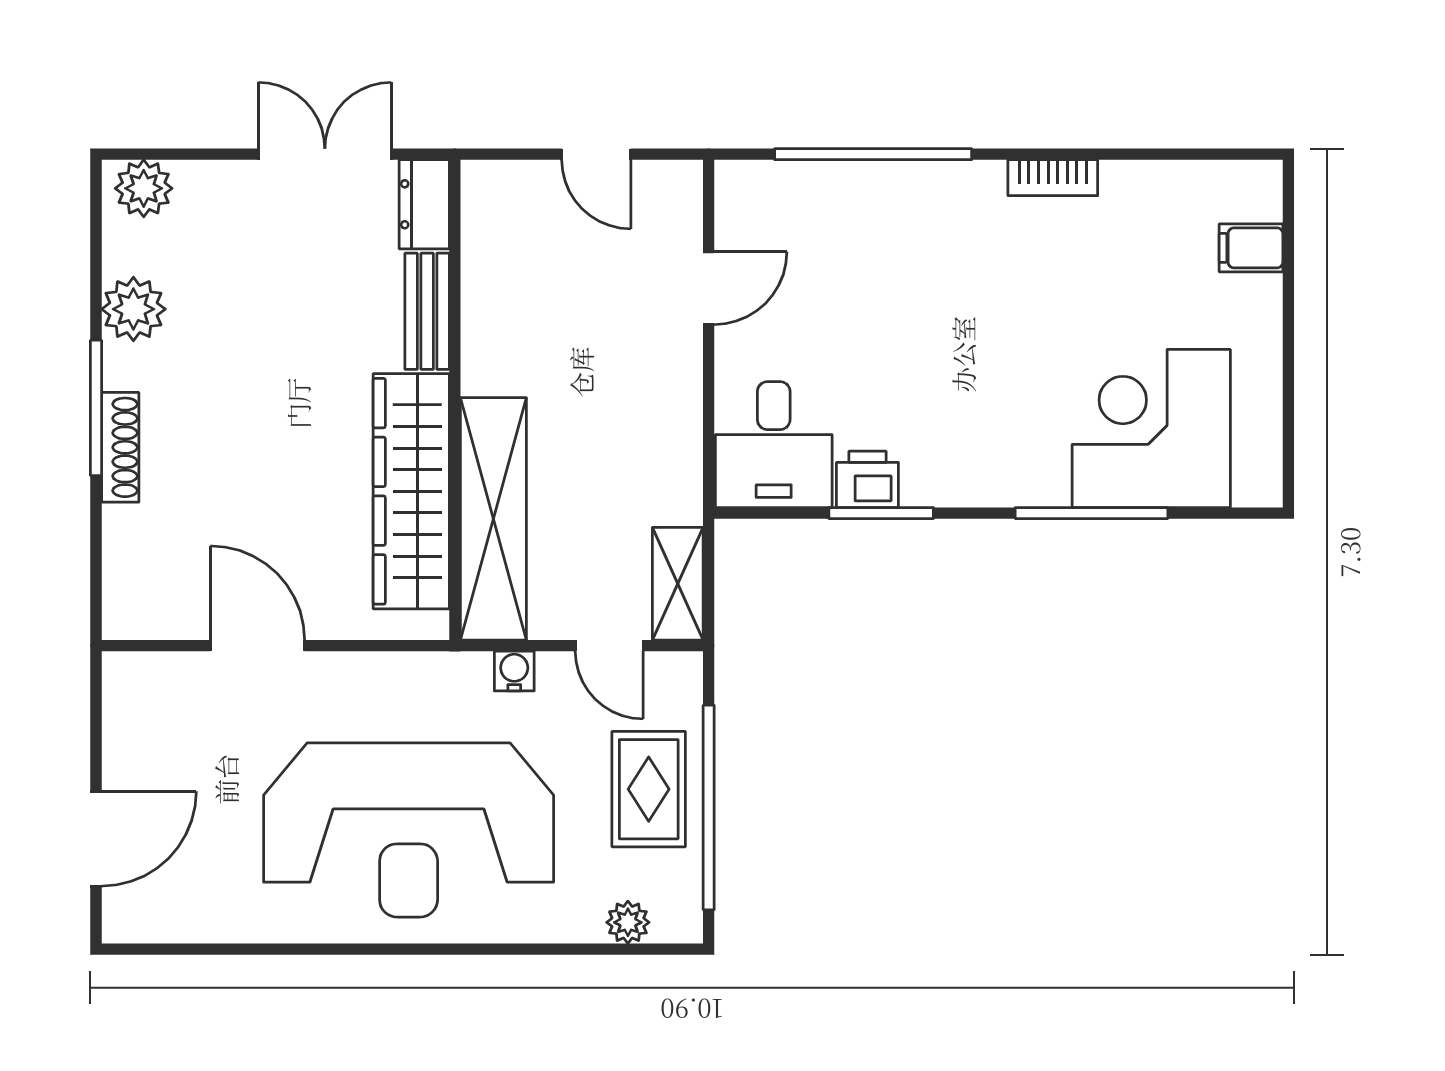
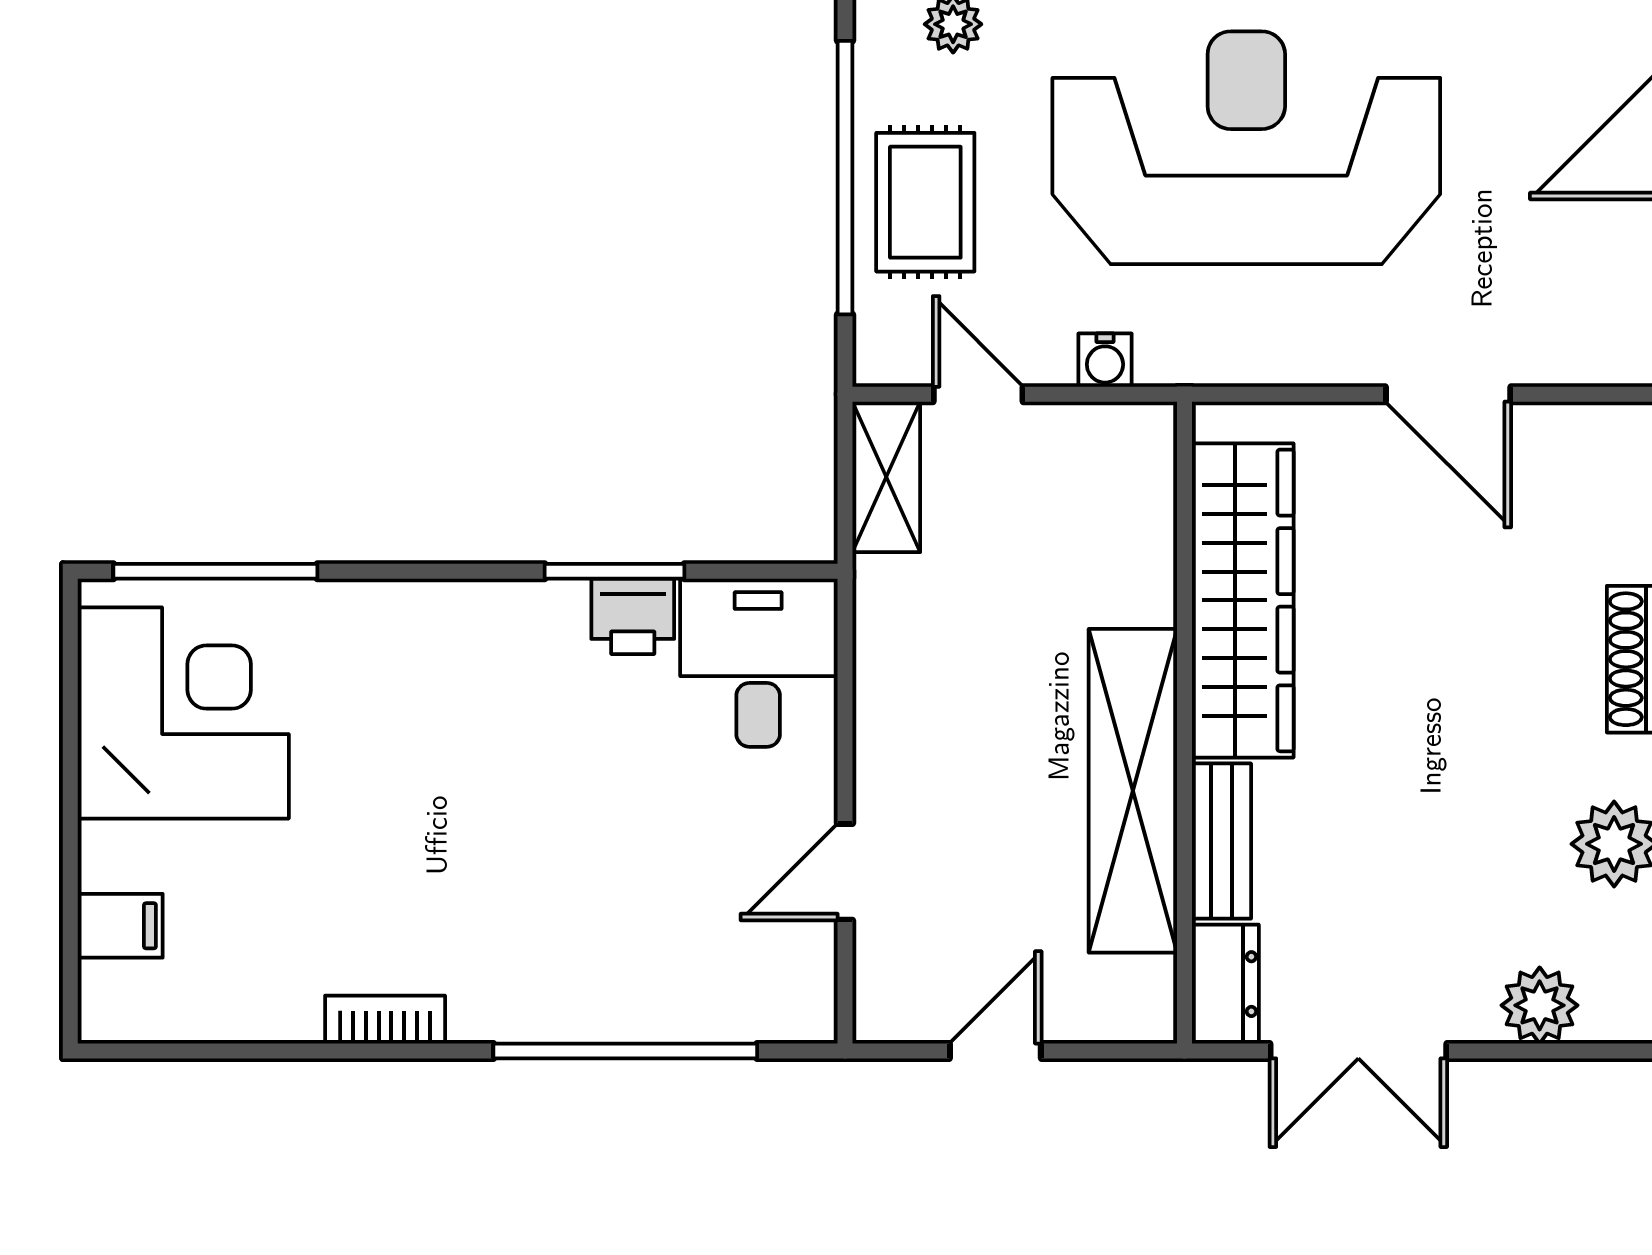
door: (596, 154) -> (995, 1051), hinge flipped
plant: (144, 188) -> (1540, 1005), moved
corner desk: (1151, 428) -> (183, 713), moved, turned -90
window: (1092, 513) -> (215, 571), moved
shelving: (493, 519) -> (1133, 791), moved

